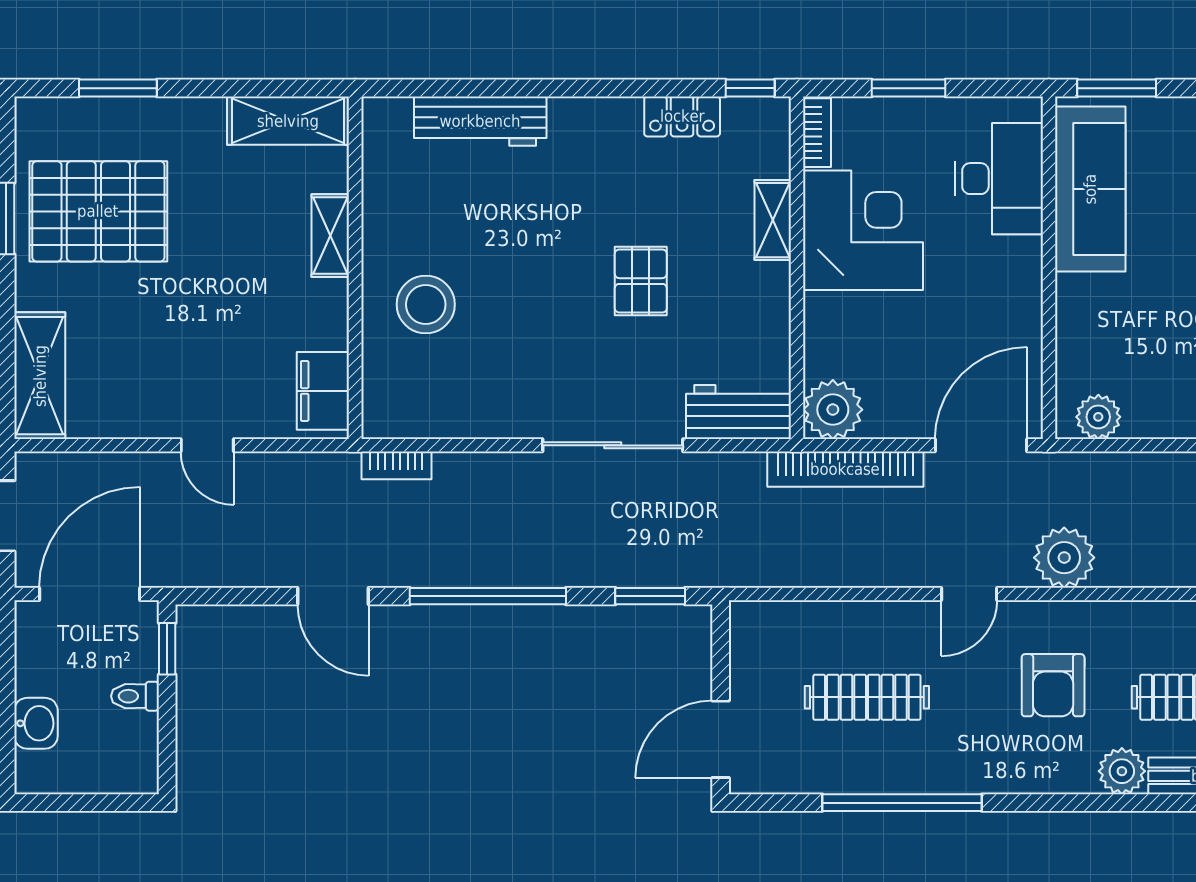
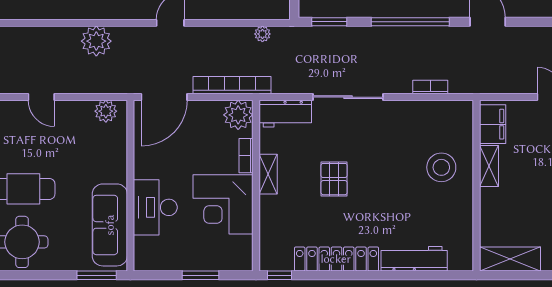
locker: (682, 116) -> (336, 259), width x2.16, depth x1.21
bookcase: (817, 133) -> (246, 156), moved
desk: (999, 179) -> (155, 207), moved
shelving: (773, 220) -> (268, 174), moved
shelving: (330, 236) -> (489, 166), moved
bookcase: (396, 465) -> (430, 87), moved
plant: (1064, 558) -> (96, 41), moved
plant: (784, 572) -> (262, 34), added

